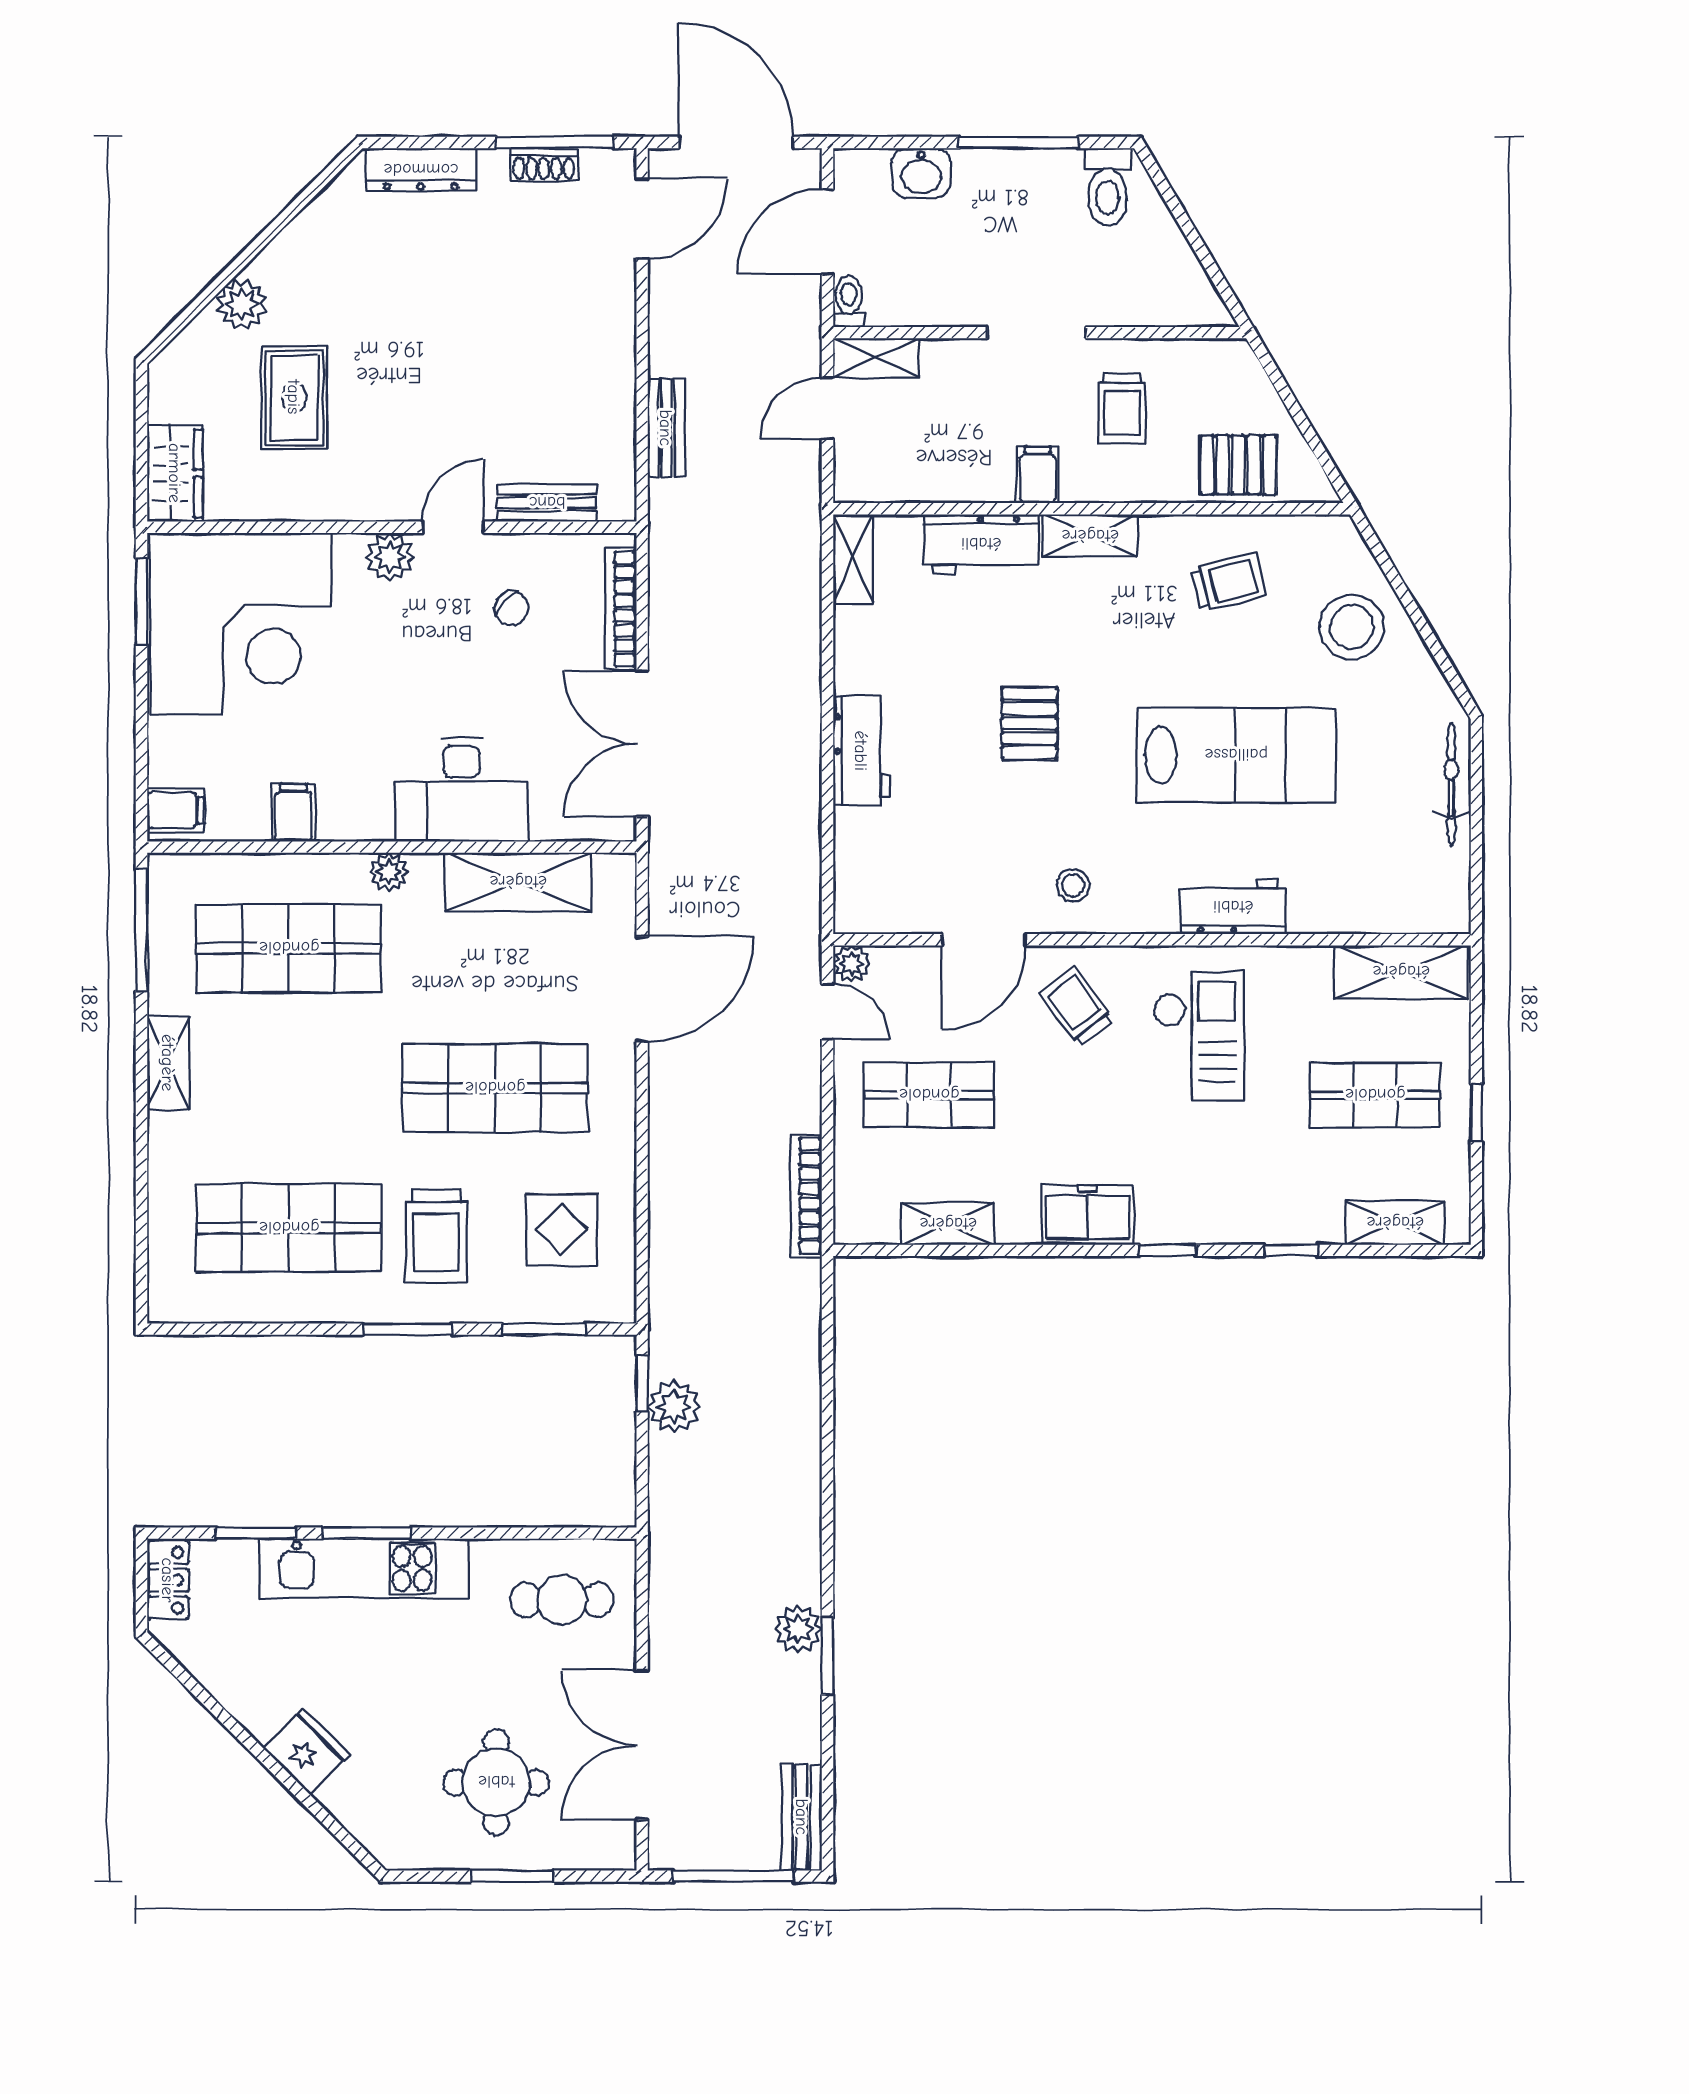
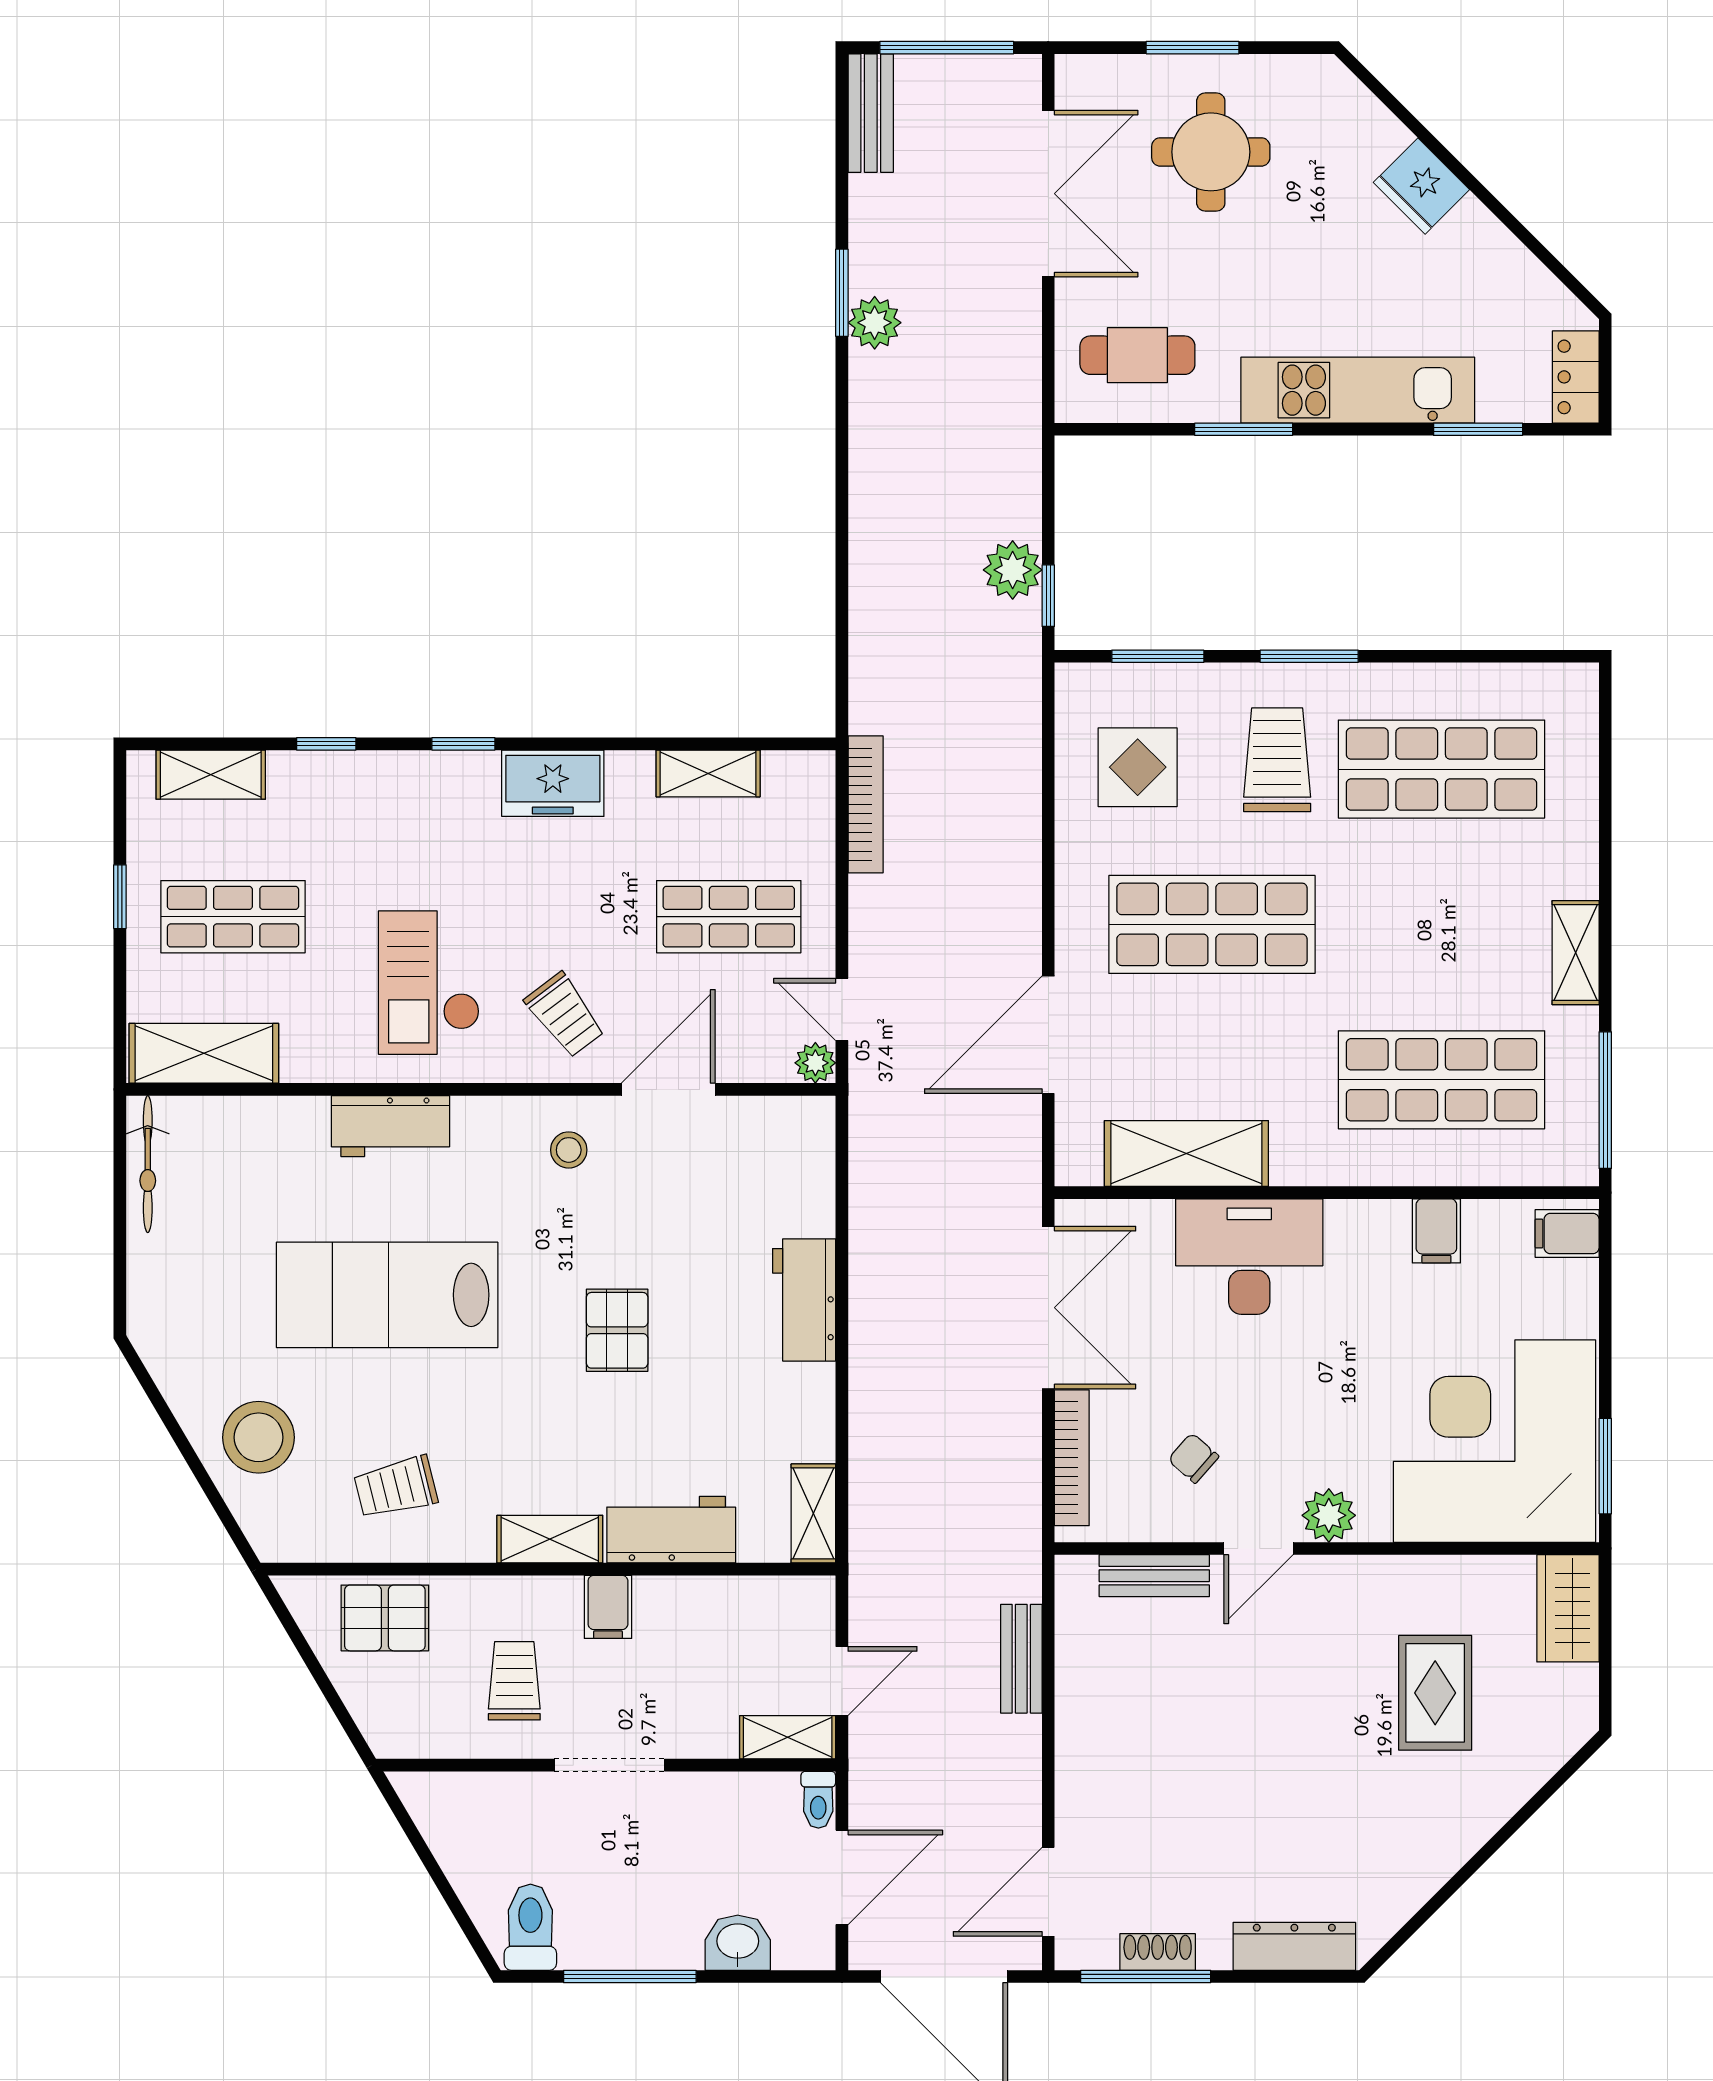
plant: (242, 304) -> (1494, 1796), removed
bicycle: (1451, 785) -> (148, 1164), moved
plant: (389, 872) -> (1330, 1165), removed
window: (366, 1533) -> (1244, 429), moved

